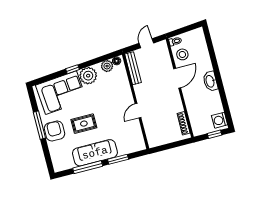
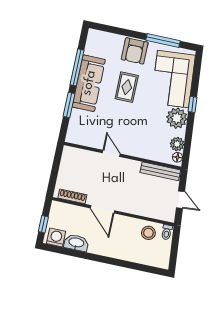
door: (177, 78) -> (102, 209), moved
washbasin: (210, 81) -> (76, 243), moved
window: (39, 125) -> (163, 40), moved
armchair: (55, 131) -> (135, 51), turned 90

